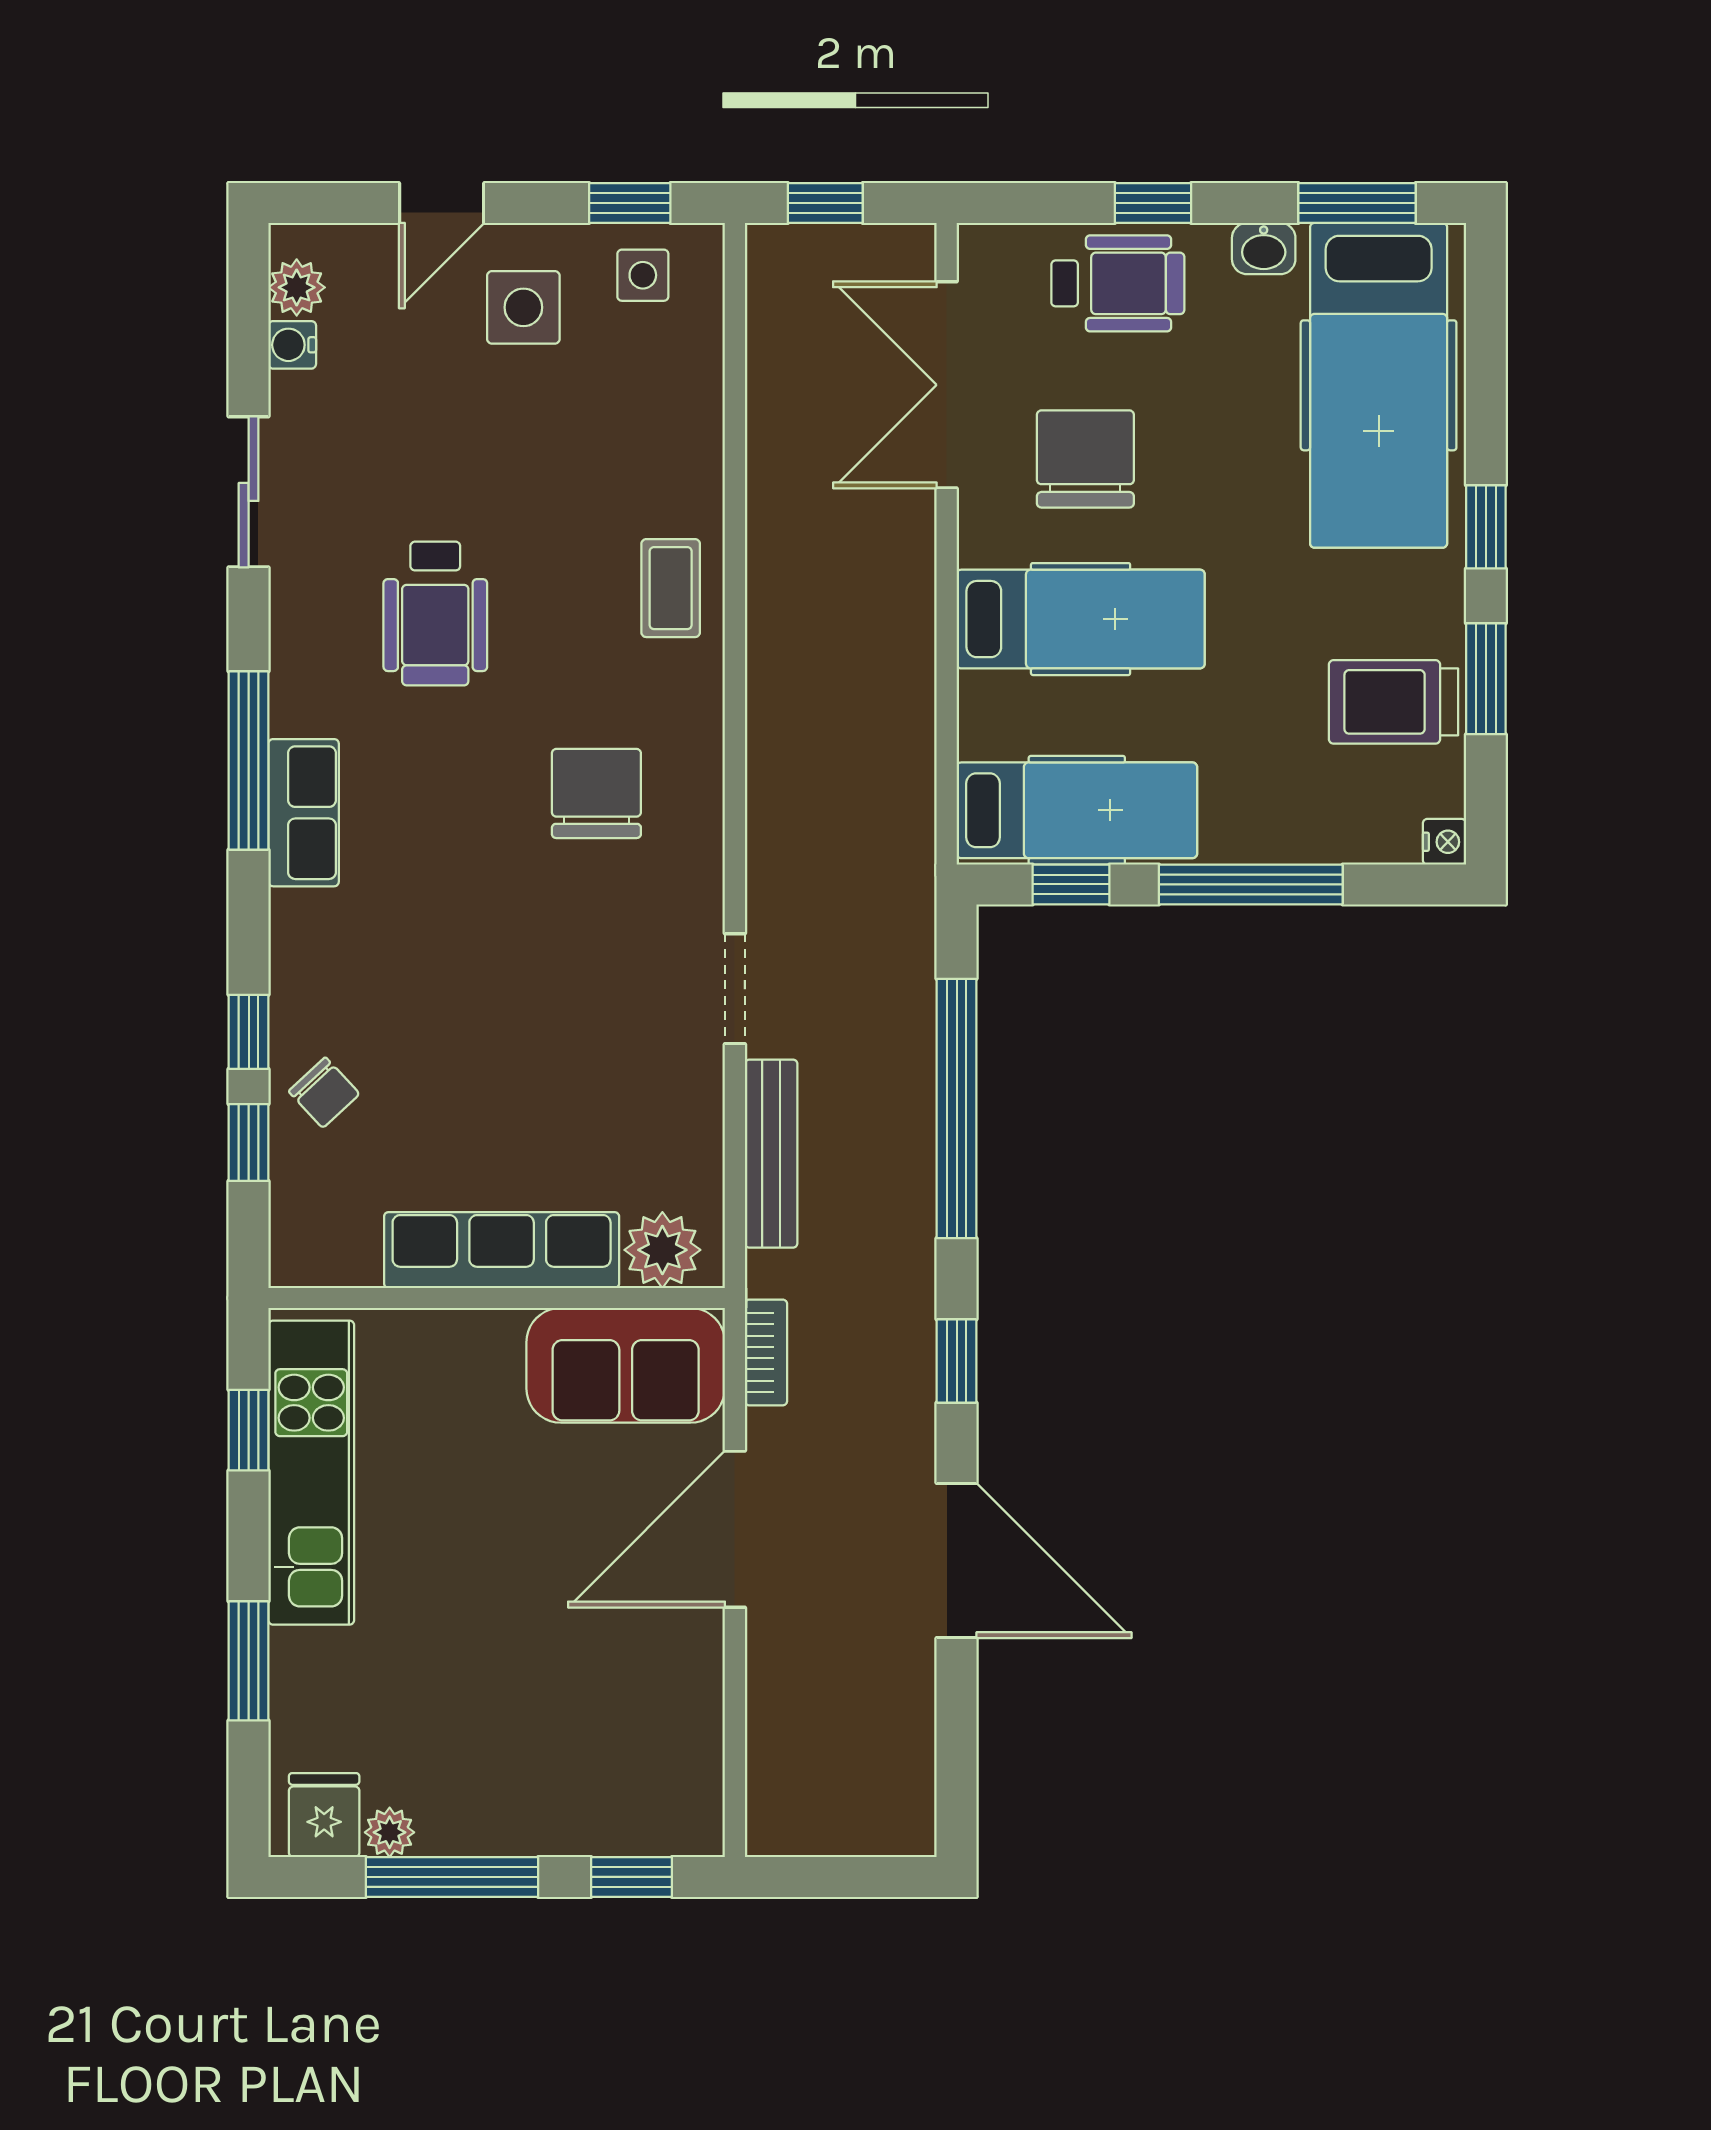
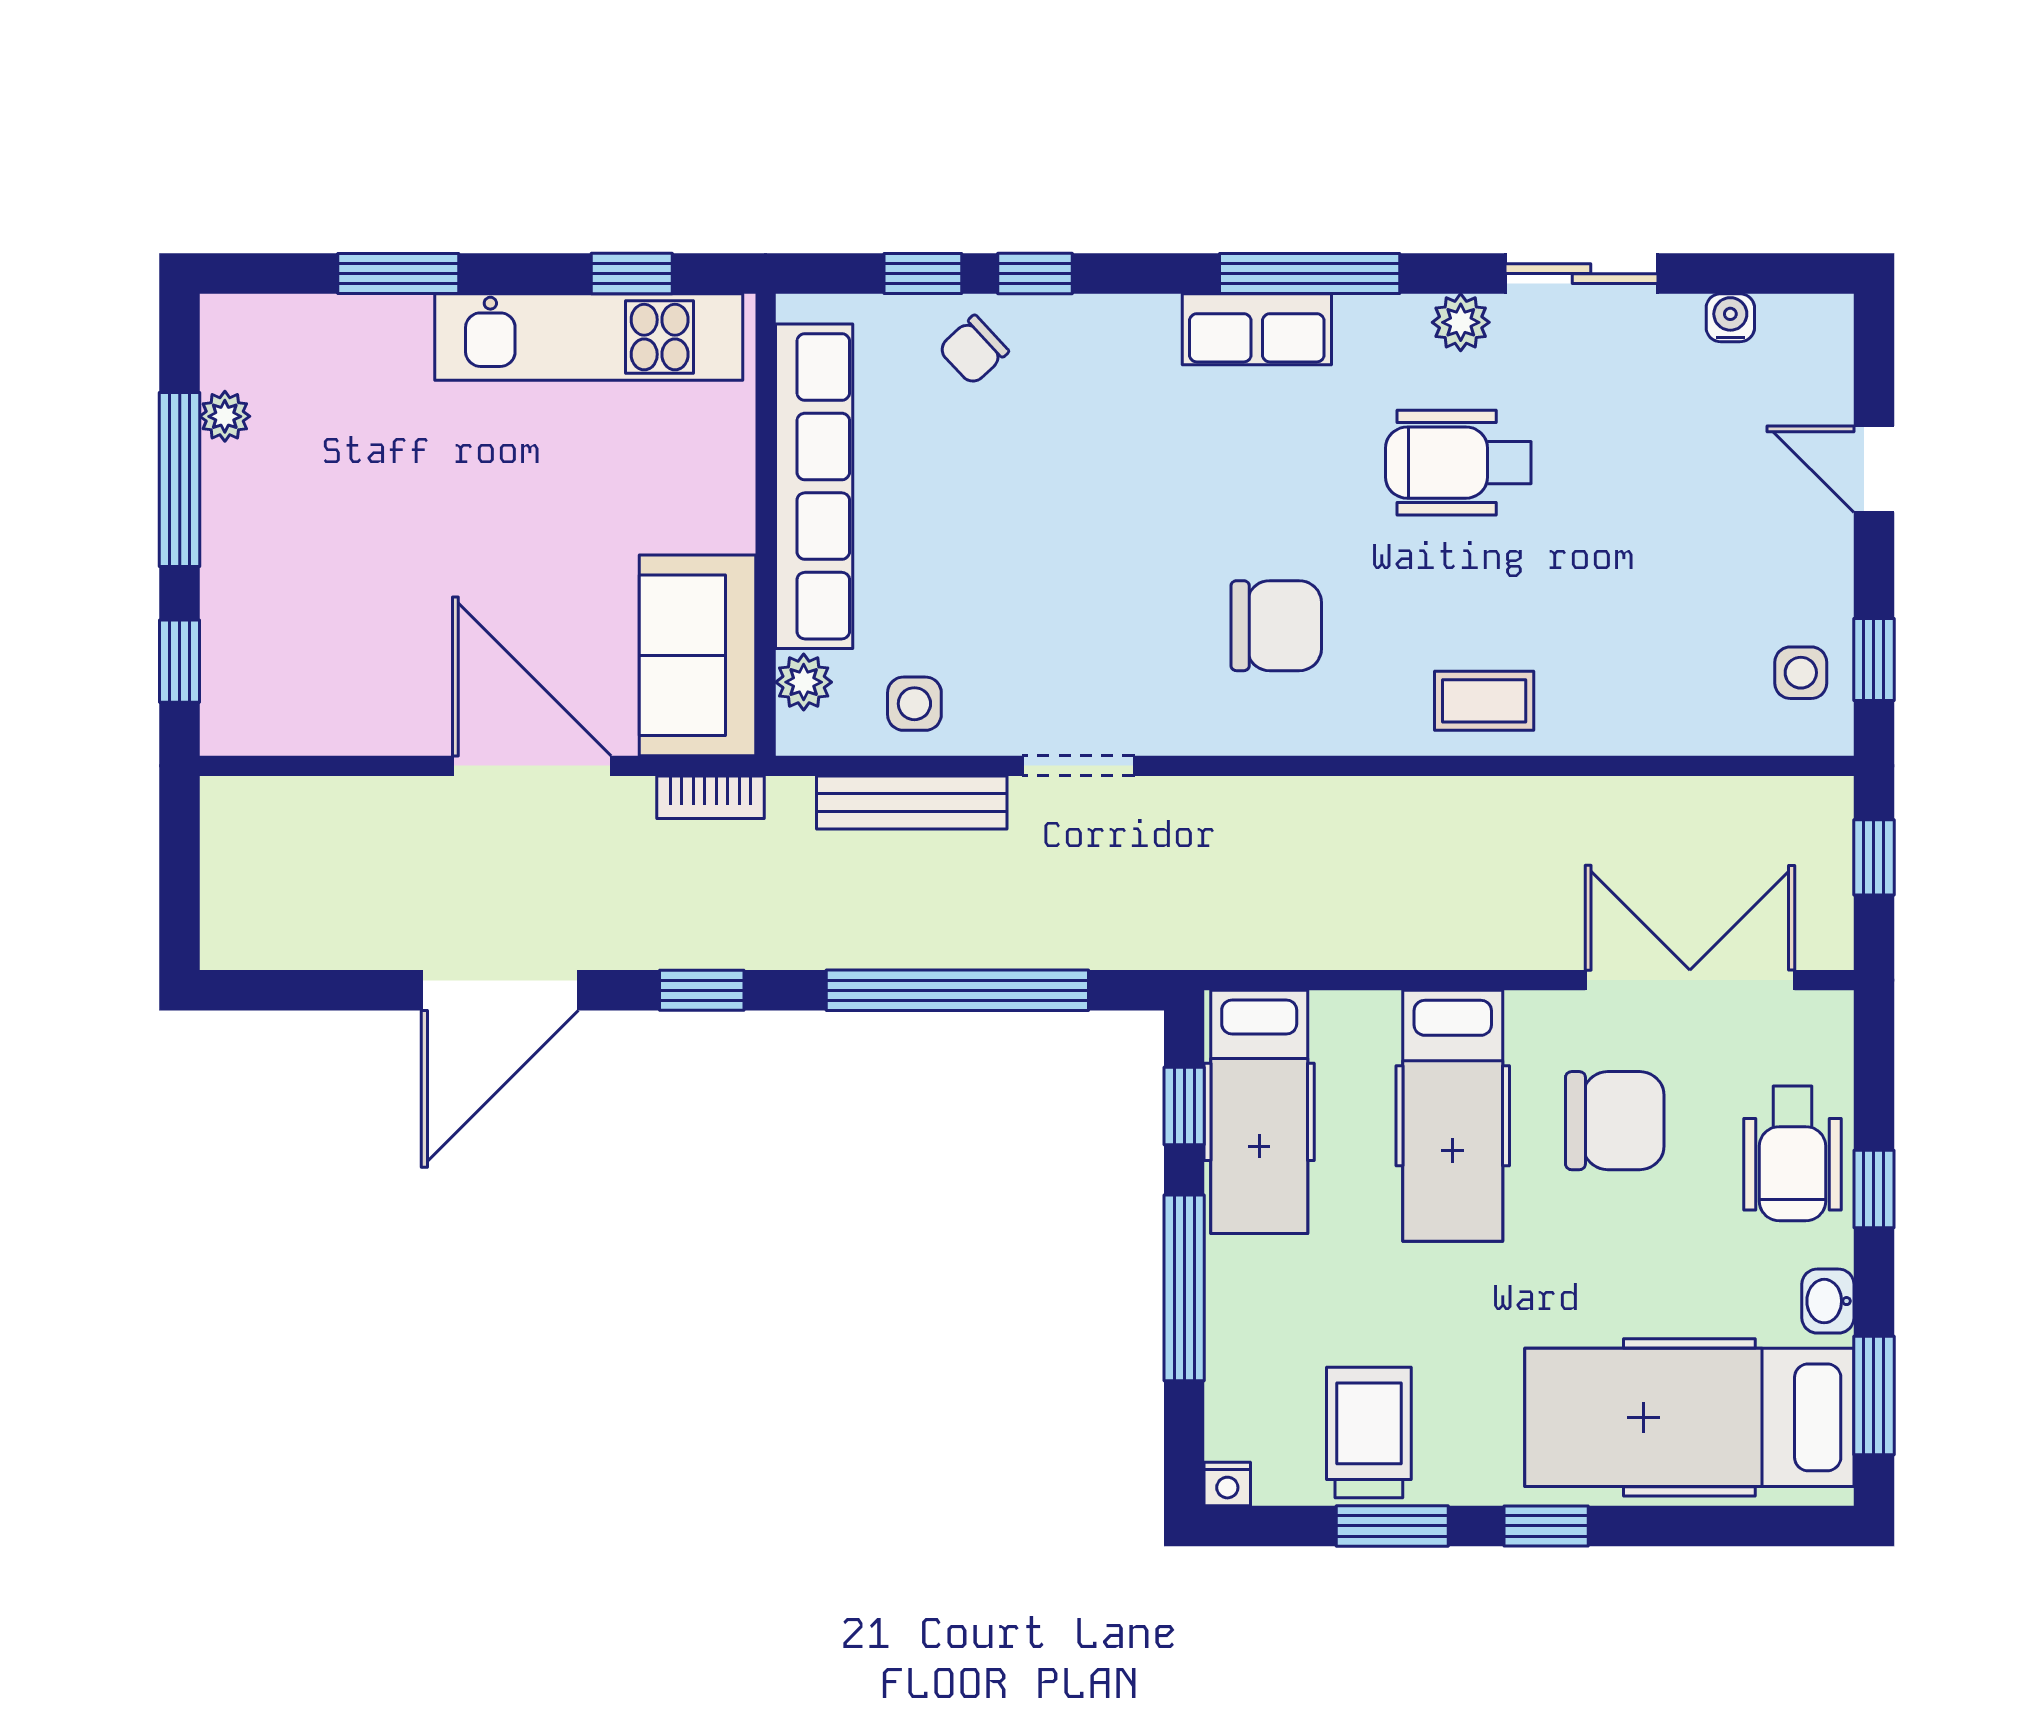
plant: (297, 287) -> (1461, 322), moved
side table: (523, 307) -> (914, 704), moved, width x0.73, depth x0.73
row of seats: (502, 1250) -> (814, 486), width x1.36
plant: (662, 1250) -> (804, 682), width x0.73, depth x0.73
fridge: (324, 1815) -> (242, 350), removed

